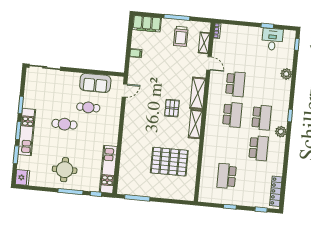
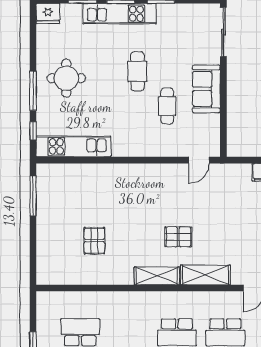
sofa: (95, 83) -> (206, 89), moved
door: (124, 91) -> (199, 160), hinge flipped
pallet: (169, 162) -> (94, 241), width x0.49, depth x0.50

